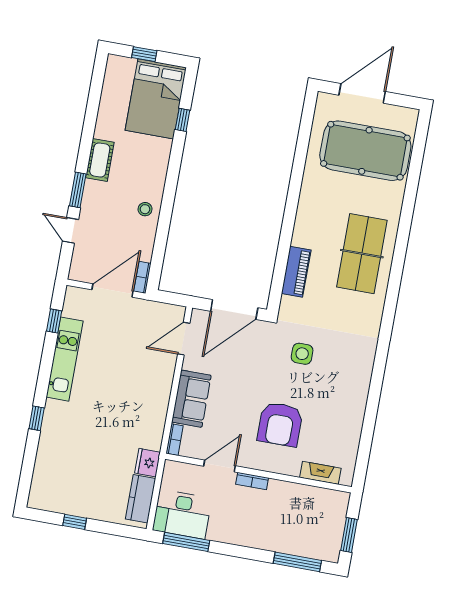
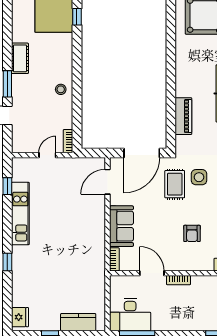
door: (113, 290) -> (47, 155), width x0.53
rug: (269, 357) -> (175, 184), added
armchair: (280, 424) -> (192, 233), width x0.53, depth x0.53
fridge: (148, 463) -> (20, 317), moved, turned 180
door: (219, 466) -> (152, 273), hinge flipped
kitchen counter: (141, 499) -> (78, 322), moved, turned 90

